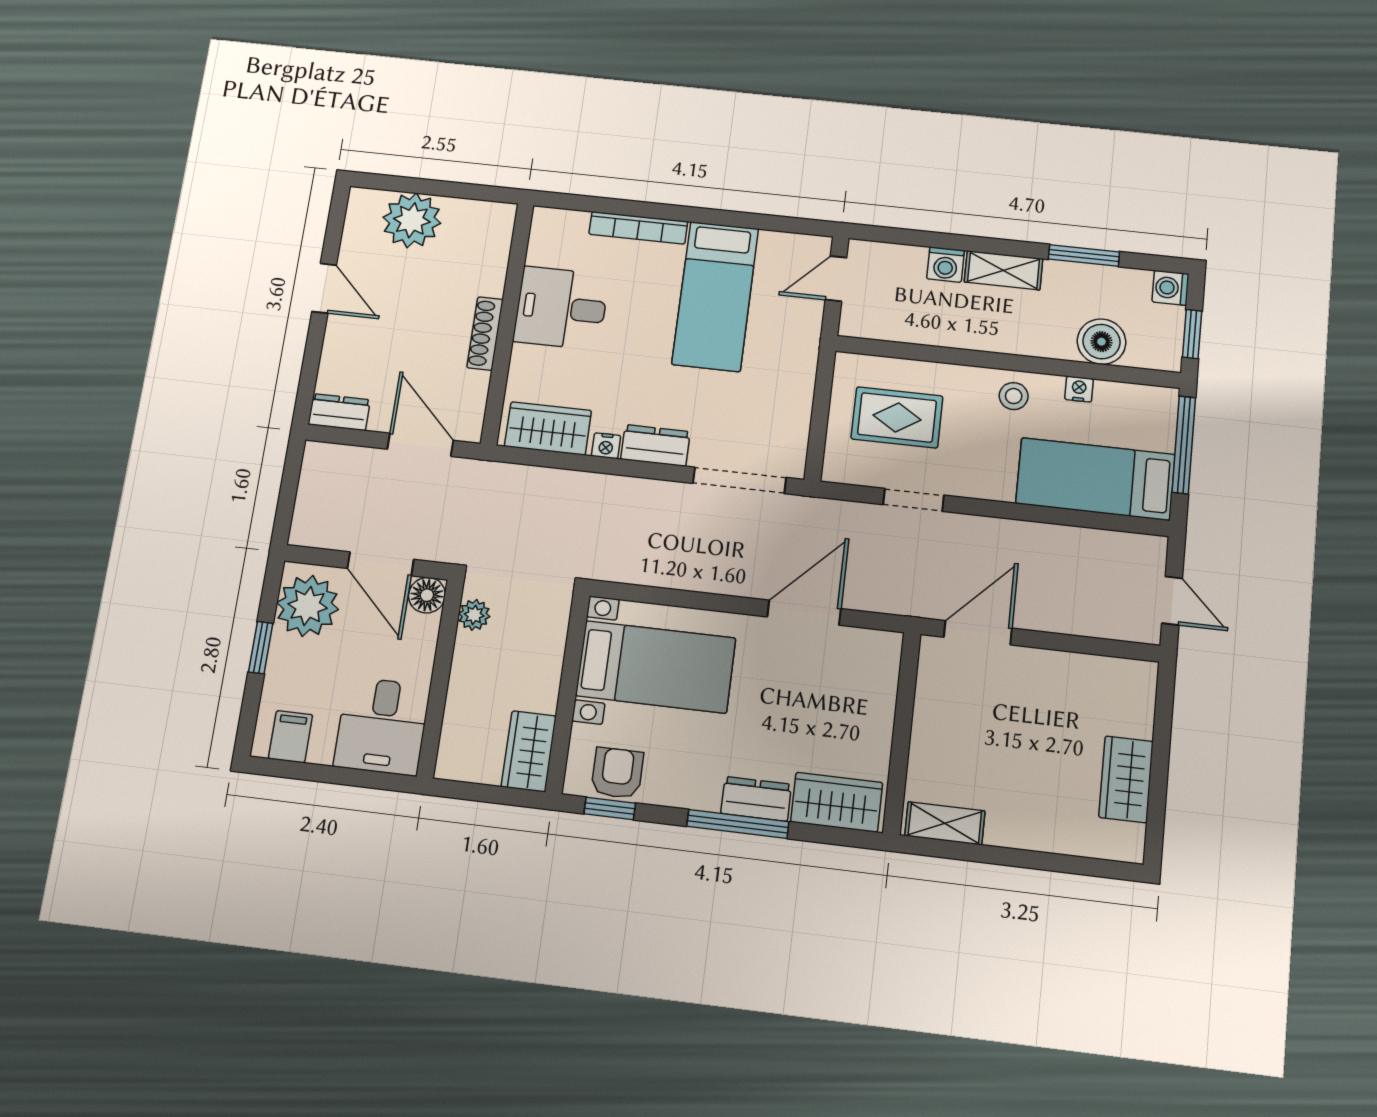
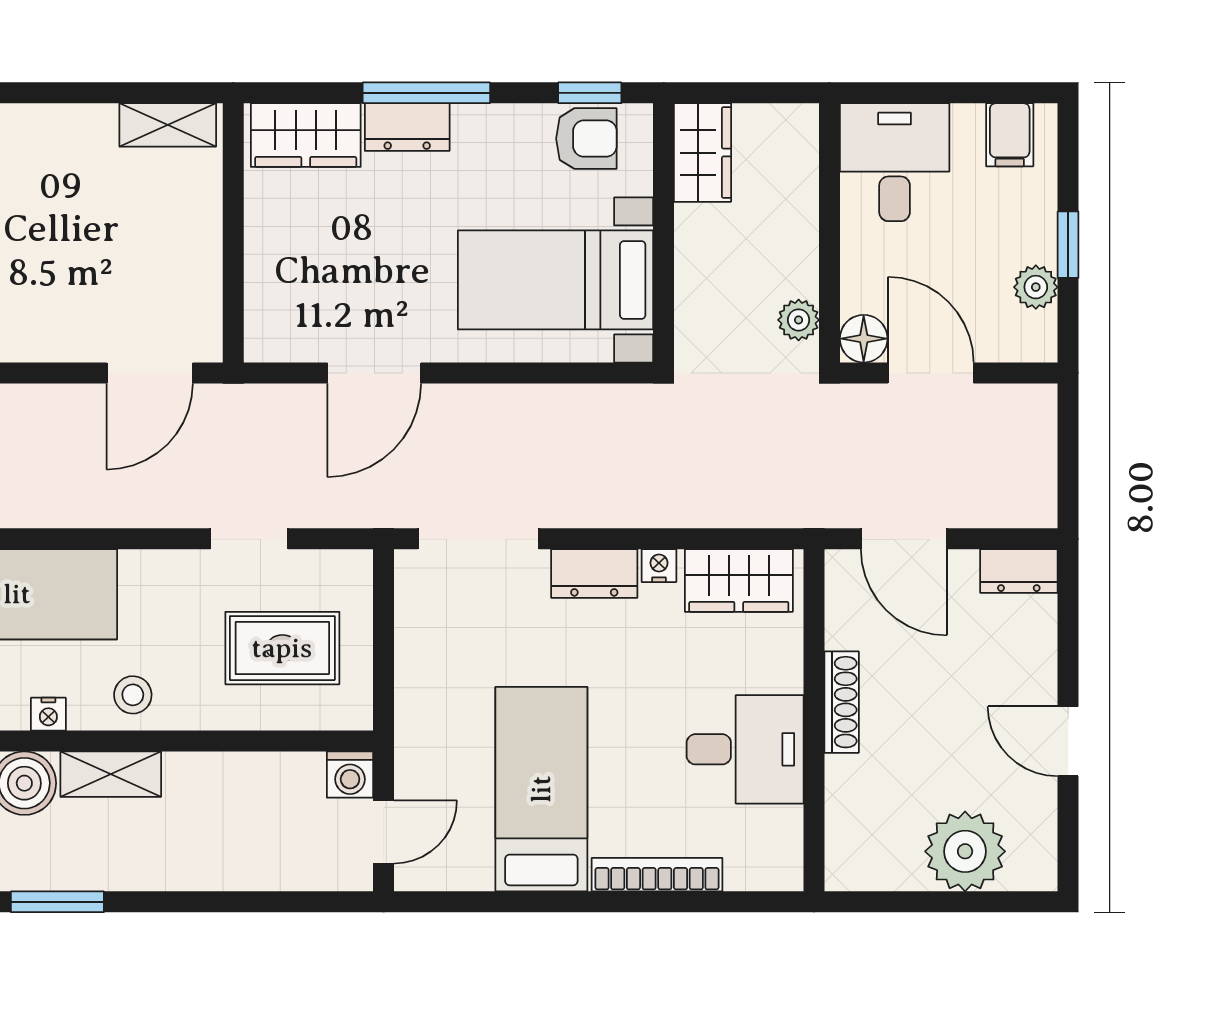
washing machine: (946, 265) -> (350, 775), moved, turned 180
shelving: (1003, 270) -> (111, 774), moved
plant: (308, 606) -> (1036, 287), width x0.53, depth x0.53
armchair: (617, 773) -> (586, 139), turned -90

